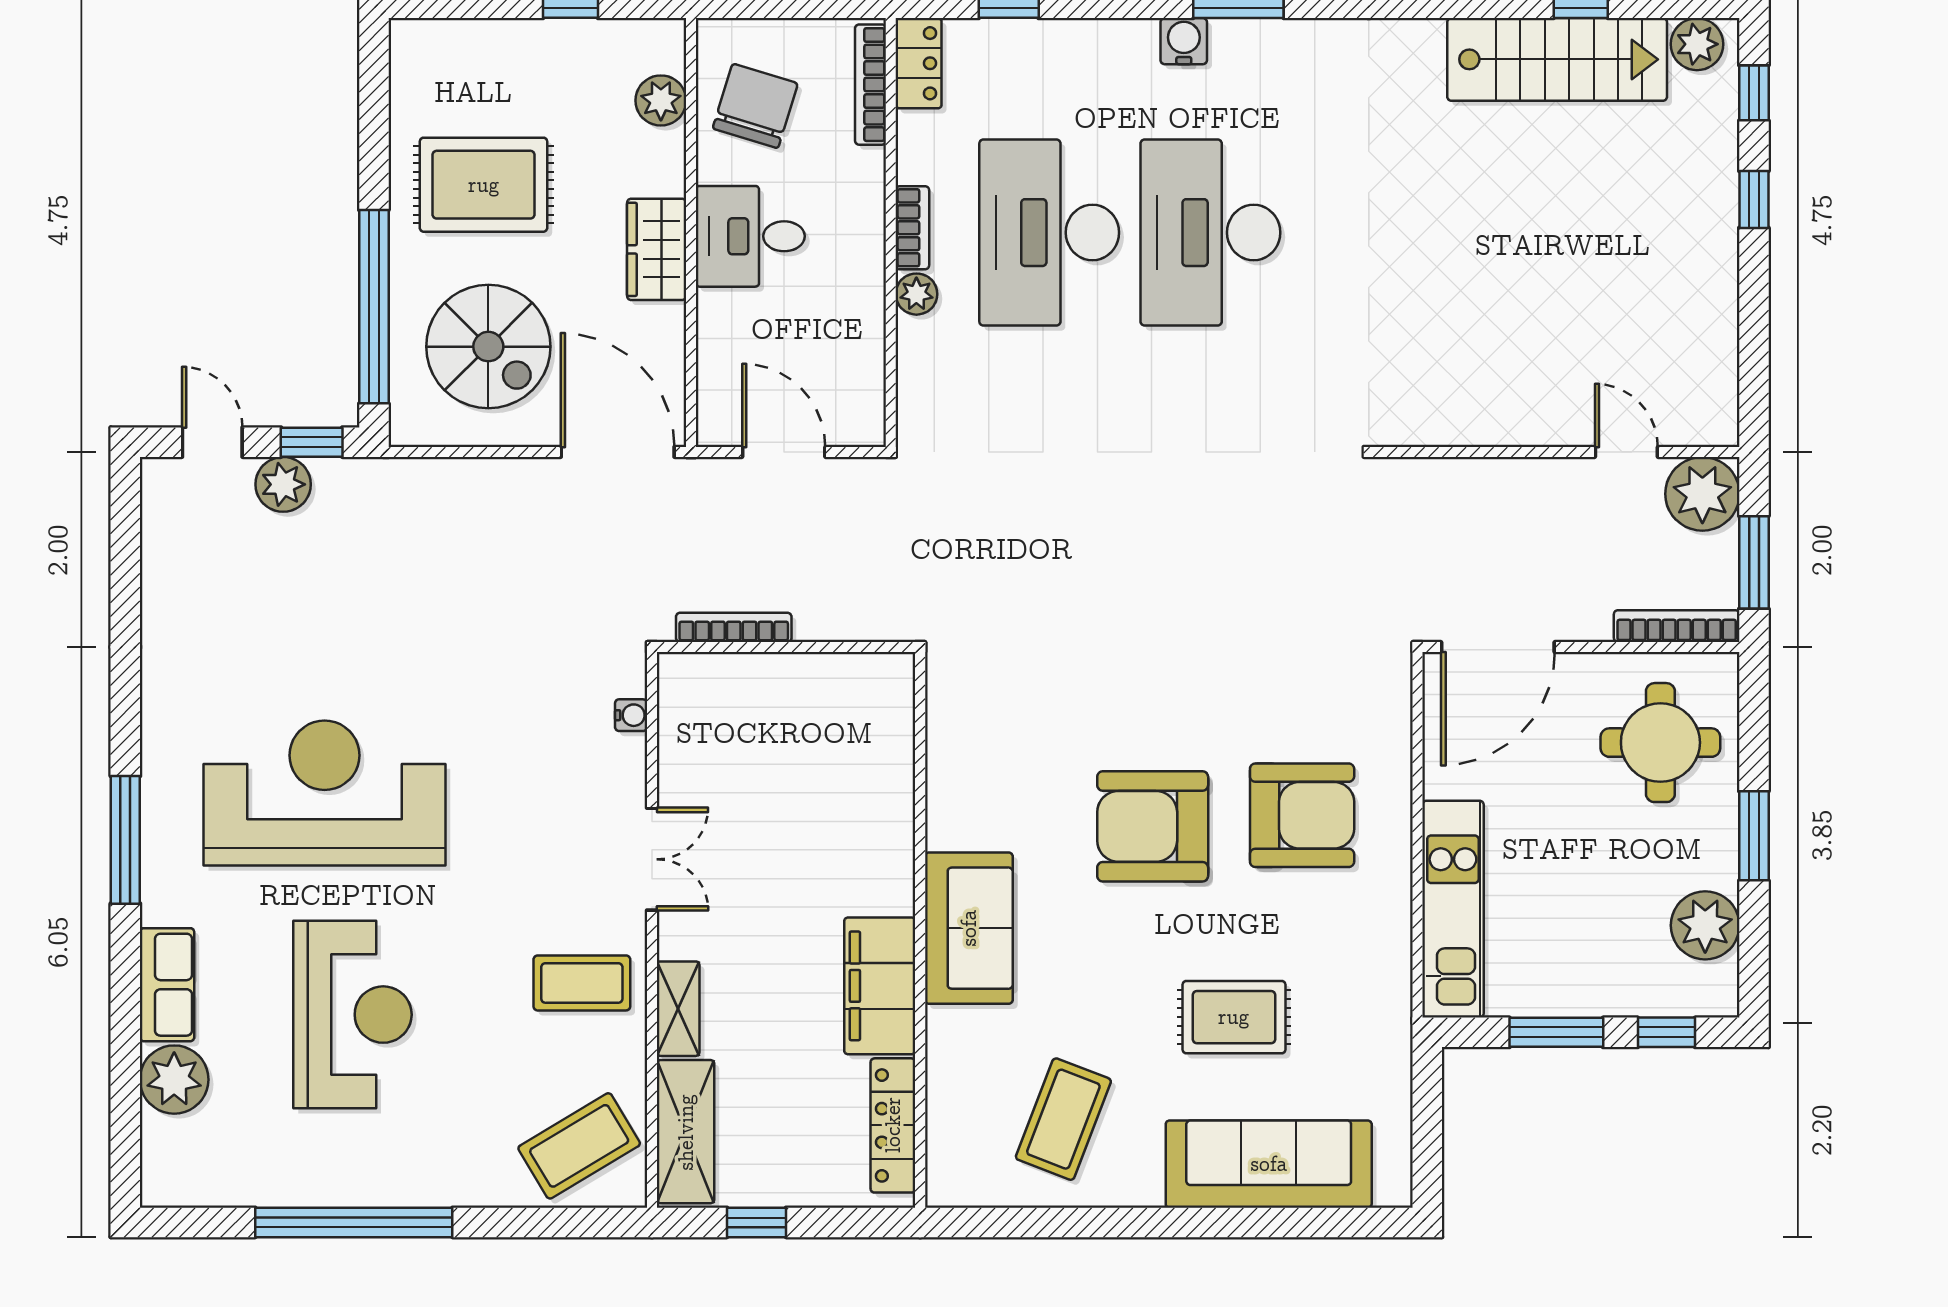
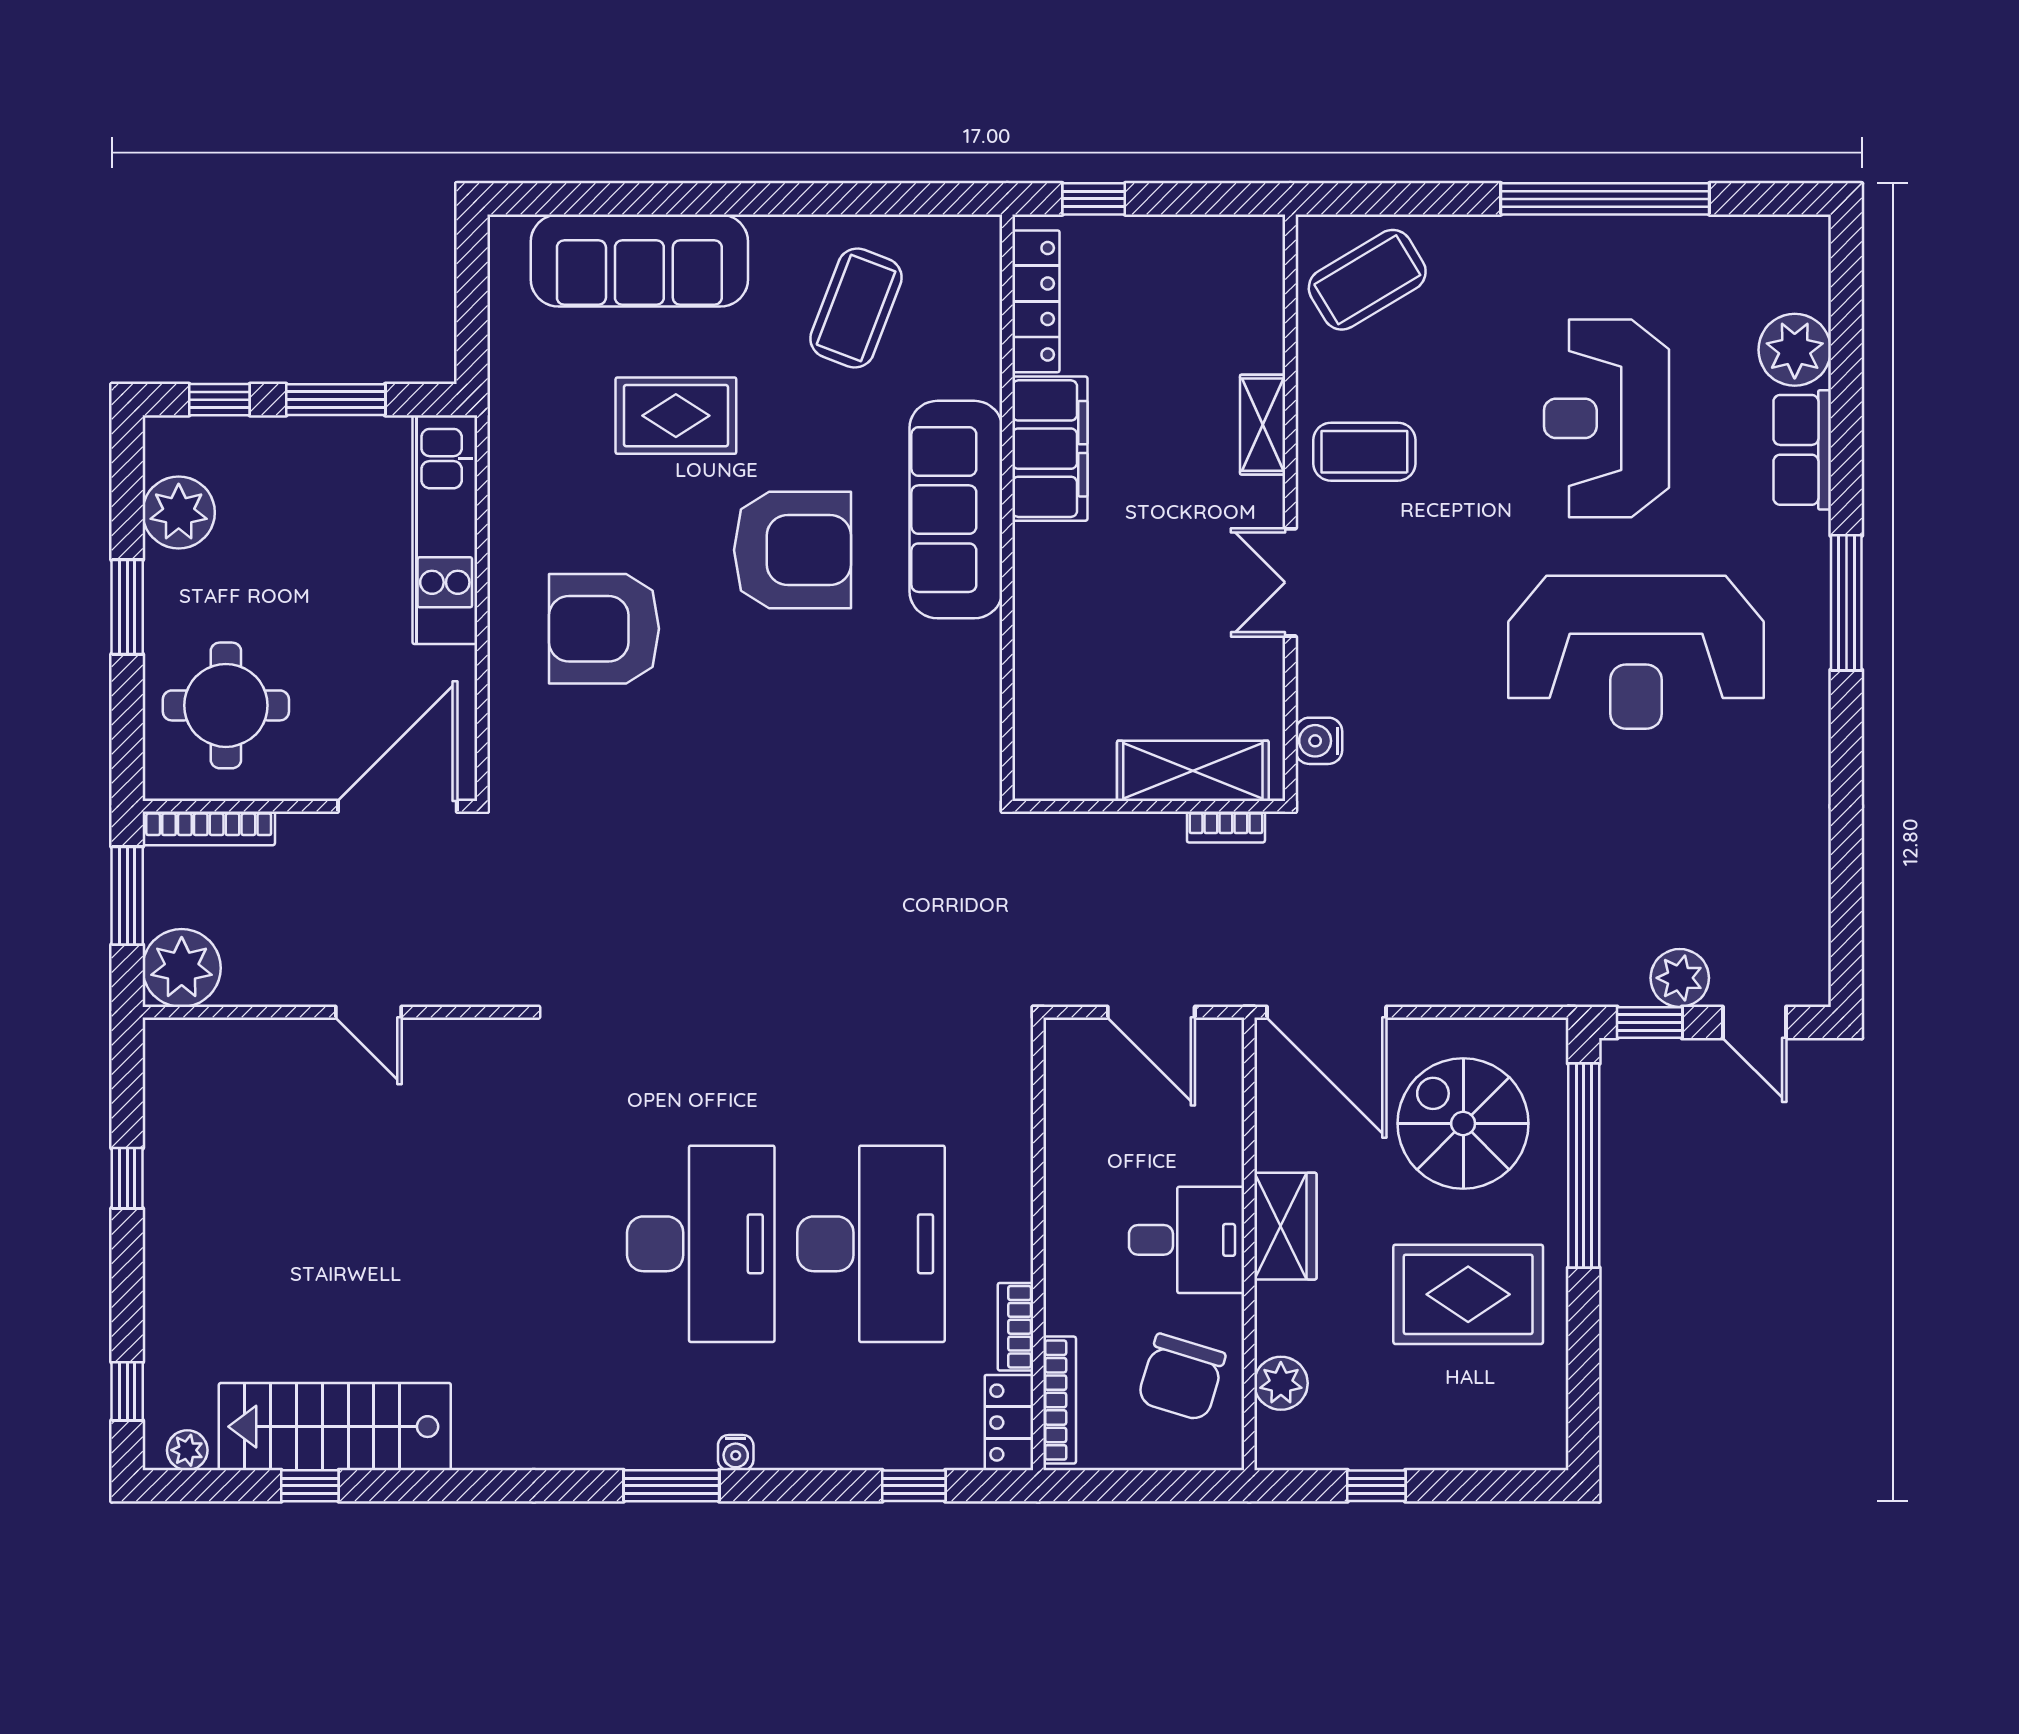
water cooler: (1184, 41) -> (736, 1453), width x0.72, depth x0.72
plant: (1697, 44) -> (187, 1450), width x0.73, depth x0.73
window: (1754, 199) -> (127, 1178), moved
bookcase: (912, 228) -> (1015, 1327), moved
plant: (916, 294) -> (1011, 1179), removed
door: (1626, 452) -> (368, 1012), moved
bookcase: (734, 627) -> (1226, 827), width x0.64
water cooler: (631, 715) -> (1319, 741), width x1.38, depth x1.38
armchair: (1153, 826) -> (793, 550), moved
sofa: (969, 928) -> (956, 510), width x1.36
shelving: (686, 1132) -> (1193, 771), moved, turned 90
window: (756, 1222) -> (1094, 199), moved

